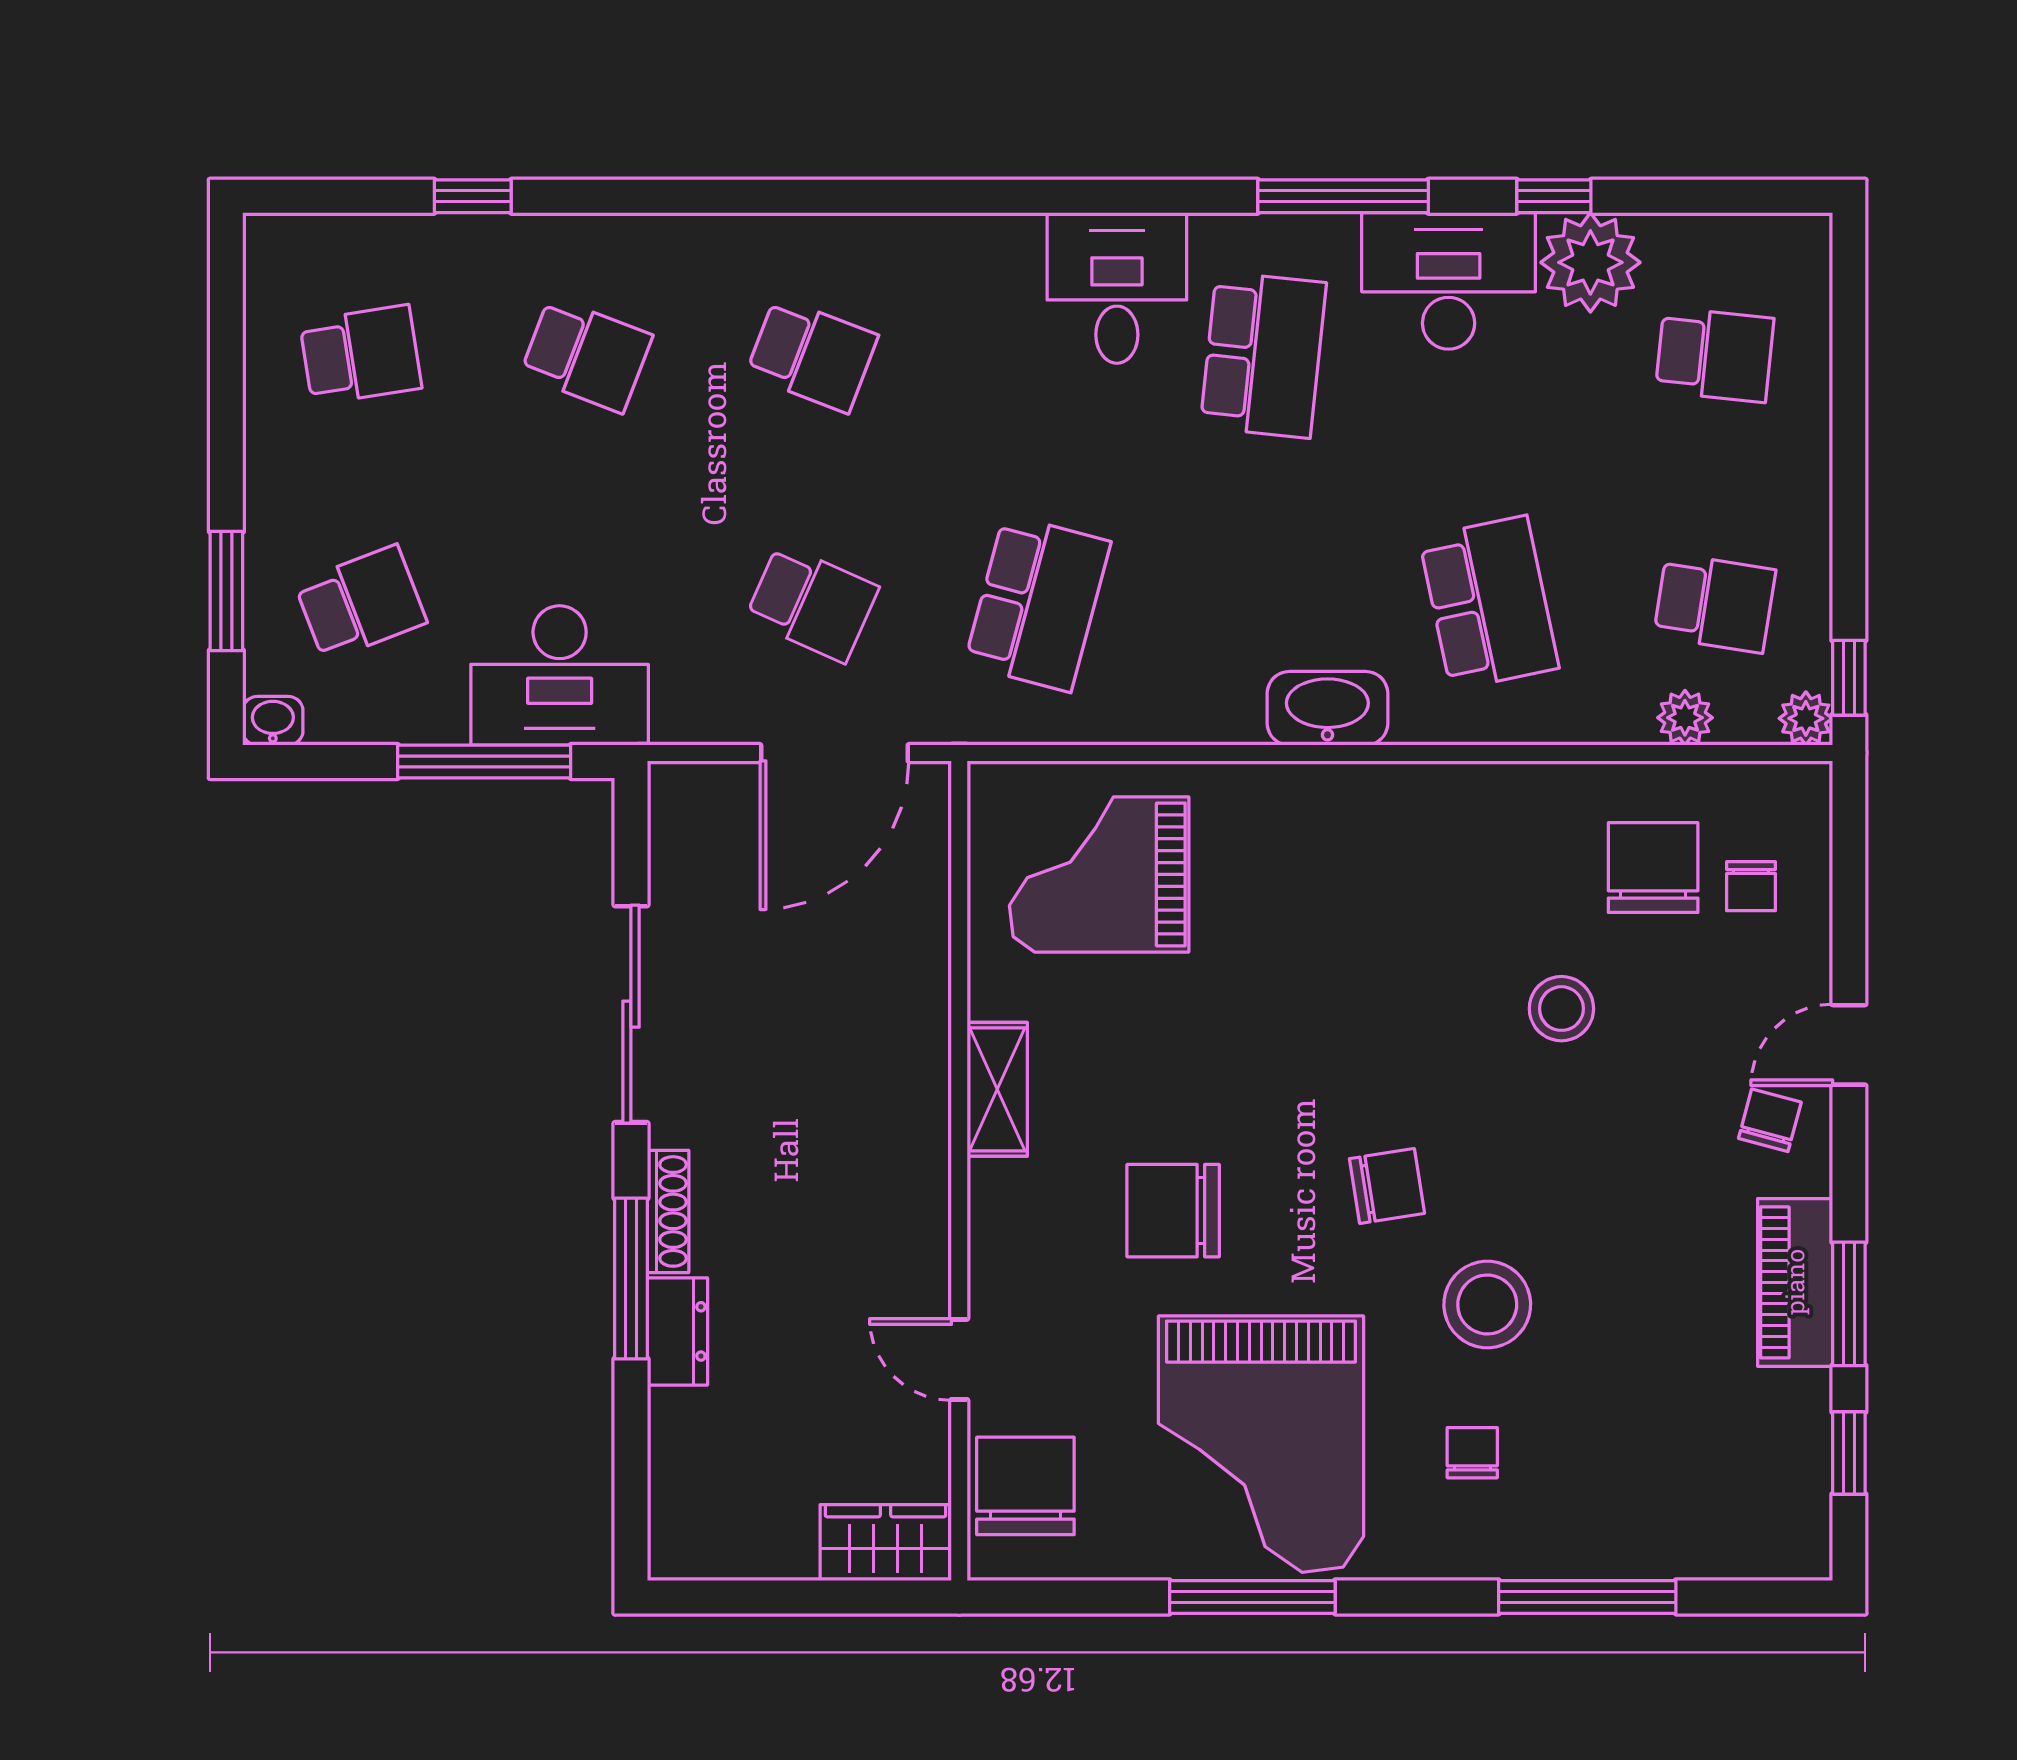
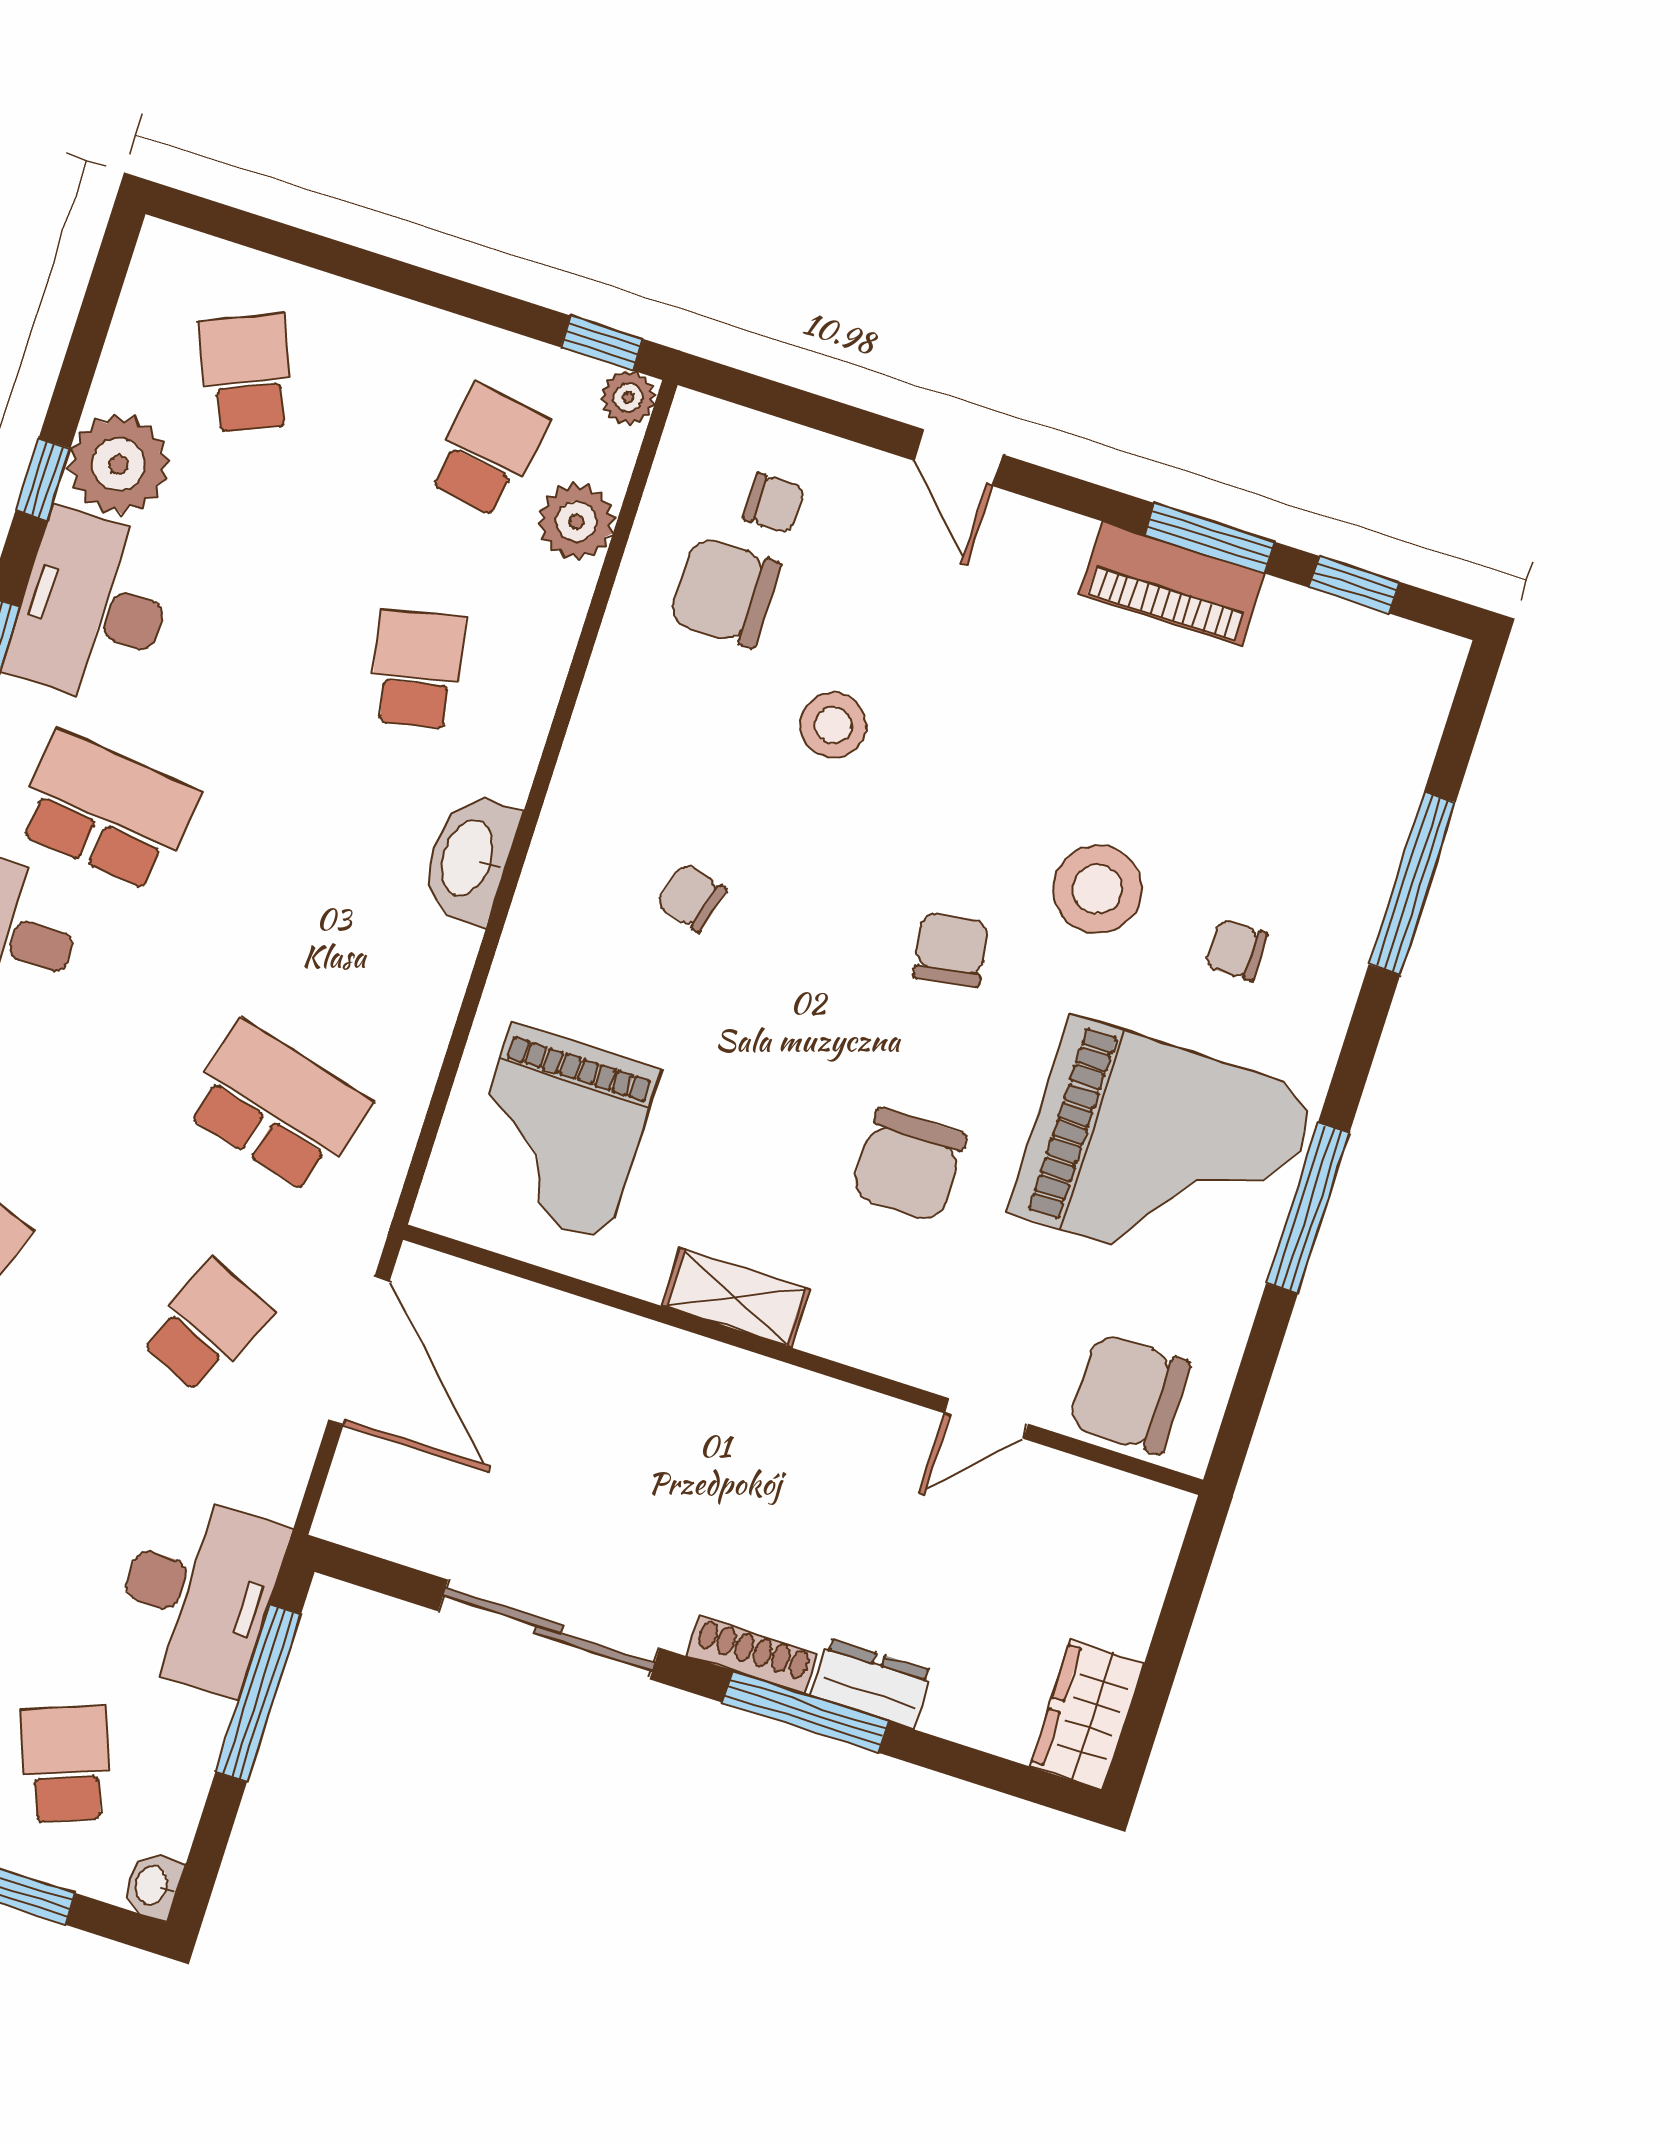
school desk: (1715, 355) -> (247, 373), turned -30
school desk: (1489, 603) -> (417, 669), width x0.54
plant: (1685, 718) -> (576, 521), width x1.38, depth x1.38
chair: (1770, 1120) -> (691, 897), moved
wardrobe: (886, 1543) -> (1087, 1715), moved

